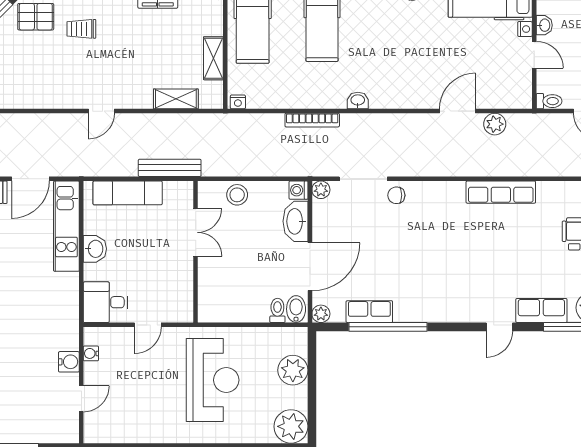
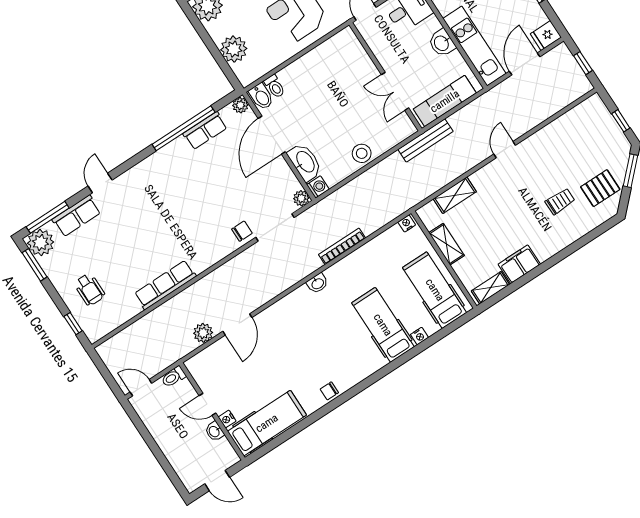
double door: (196, 232) -> (395, 91), moved
wall: (196, 252) -> (385, 77), moved

